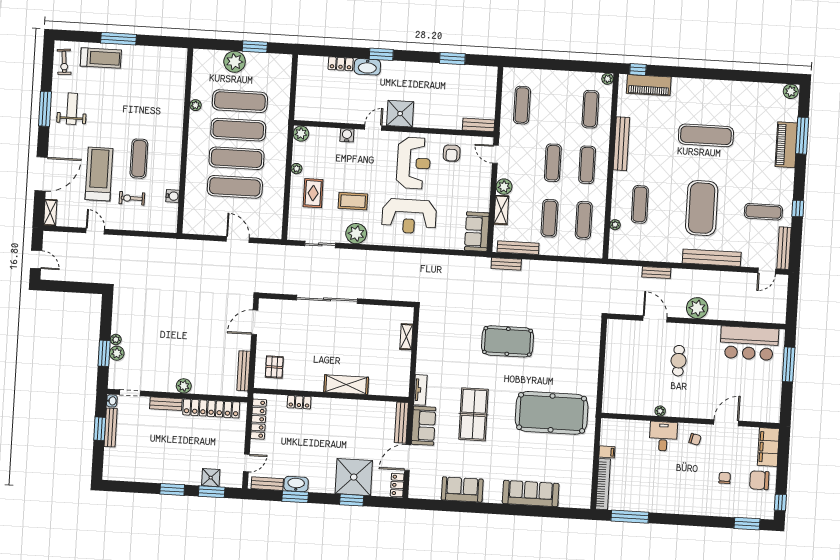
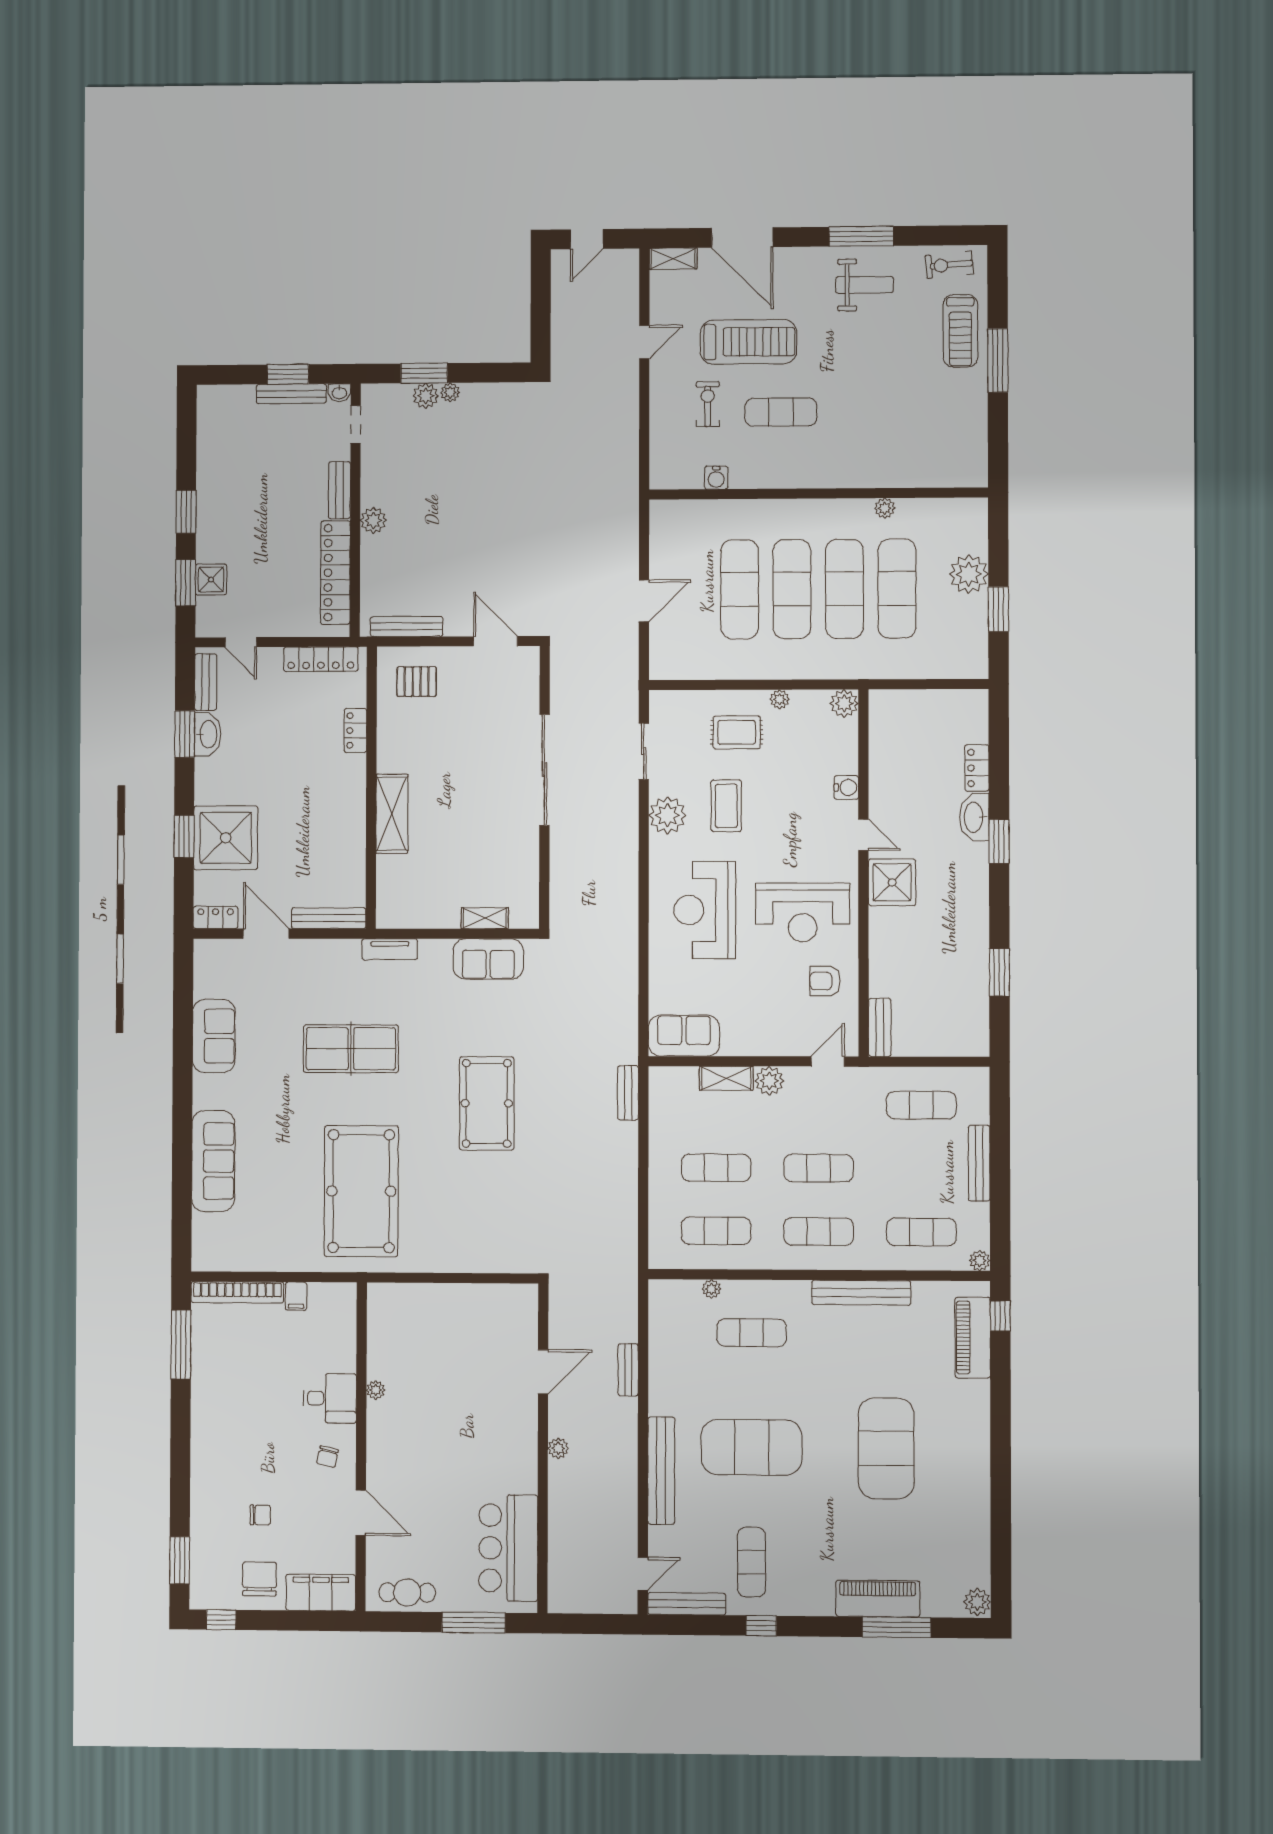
exercise mat: (706, 135) -> (886, 1448), width x1.47
bench: (518, 248) -> (979, 1163), moved
door: (767, 271) -> (643, 1574), swing flipped
plant: (697, 308) -> (558, 1448), width x0.53, depth x0.53
cafe table: (679, 361) -> (407, 1592), moved
sofa: (423, 426) -> (488, 959), moved

